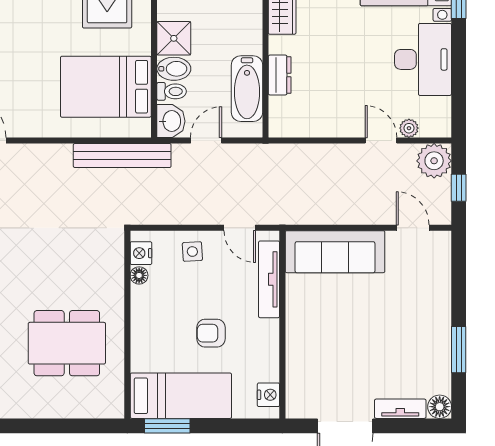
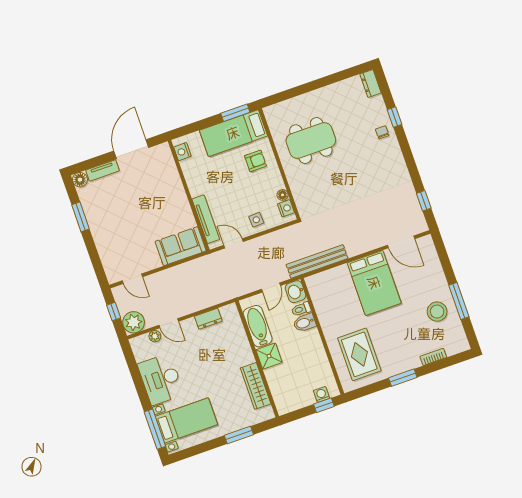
shower: (174, 38) -> (269, 356), moved
dresser: (280, 75) -> (208, 319), moved, turned -90
bed: (106, 87) -> (374, 283), moved, turned 90
sofa: (335, 252) -> (181, 246), width x0.73
armchair: (211, 333) -> (255, 161), moved

